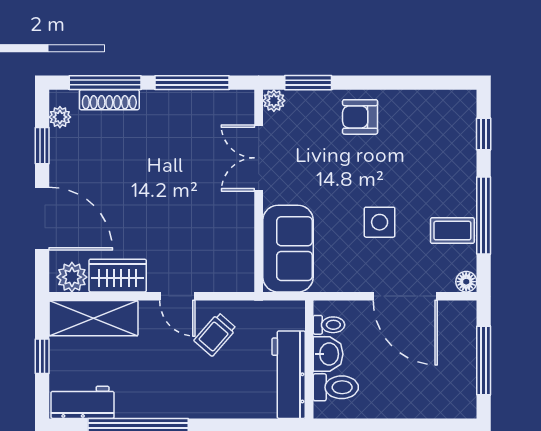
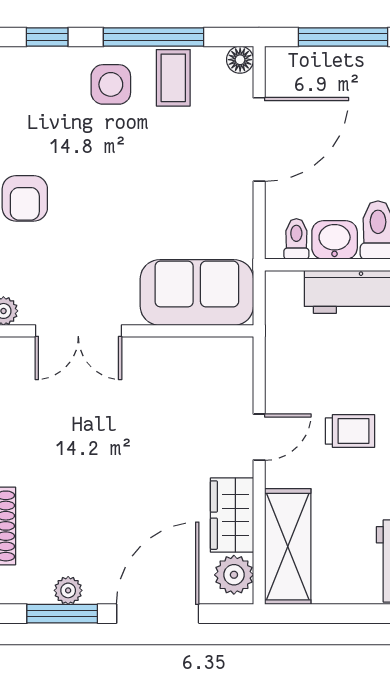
plant: (60, 117) -> (68, 590), moved
window: (42, 146) -> (62, 614), width x1.50
side table: (380, 222) -> (111, 84), moved
trolley: (215, 334) -> (350, 431), moved, turned -41
window: (42, 356) -> (337, 614), removed

